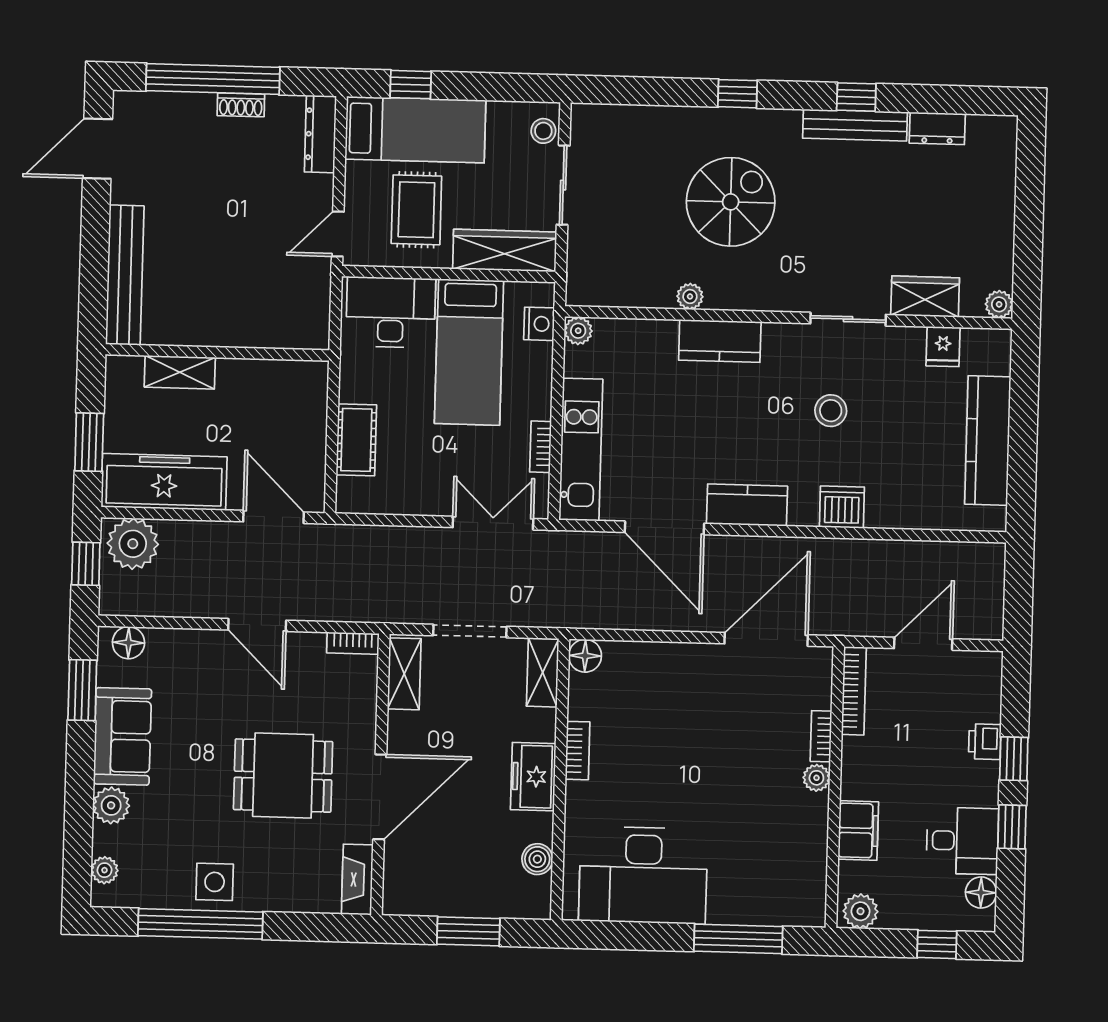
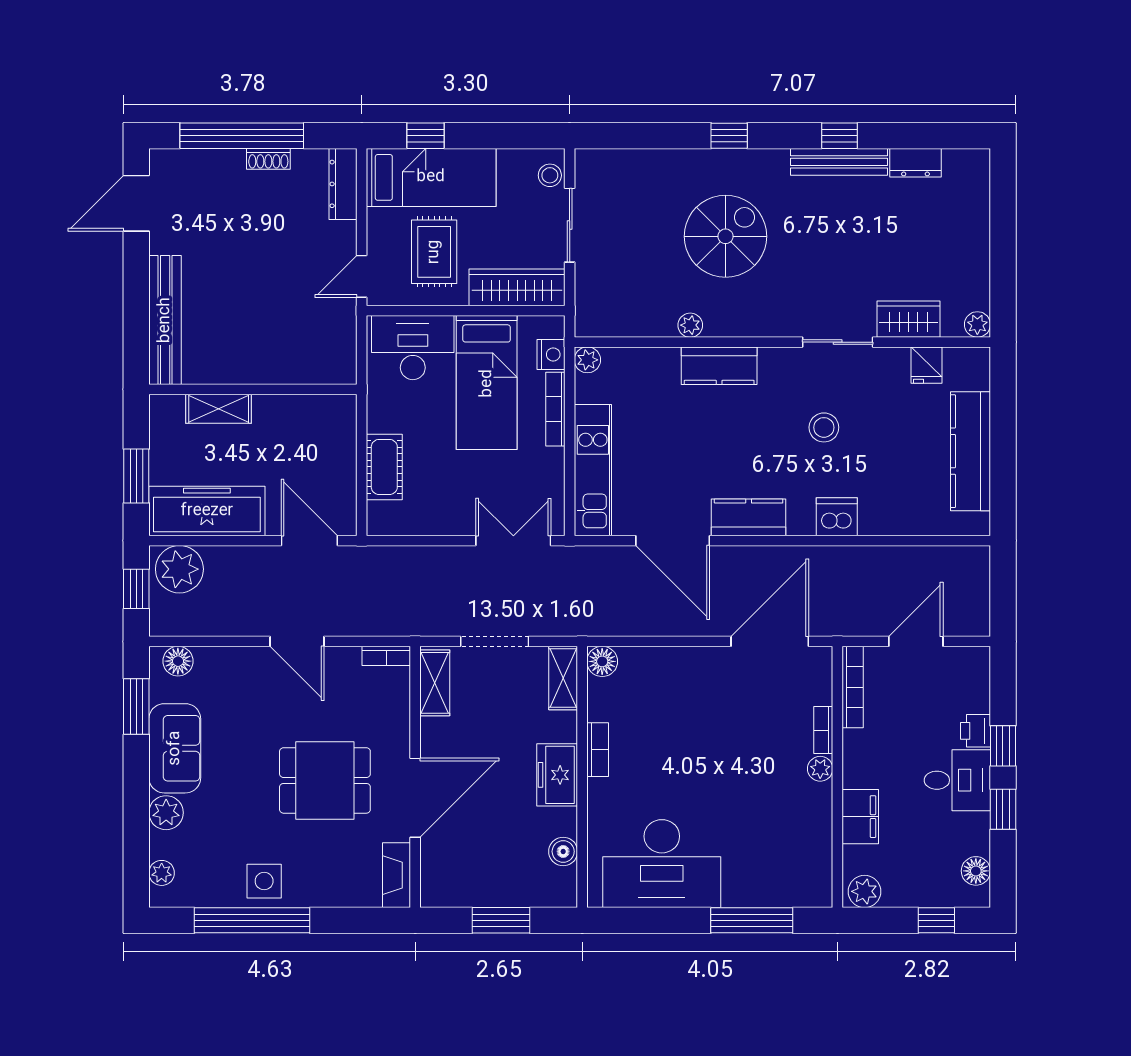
bookcase: (541, 447) -> (555, 409), moved, width x1.56
desk: (962, 841) -> (957, 780), moved

